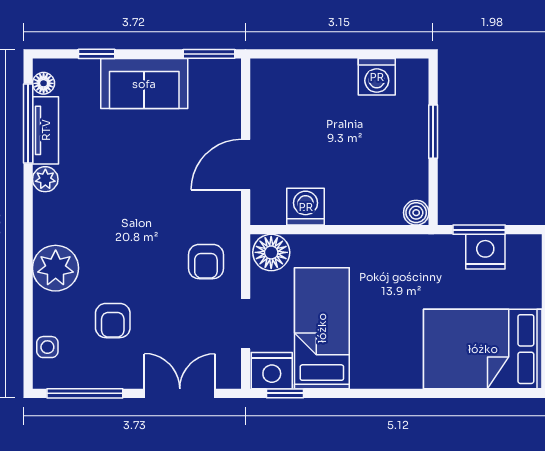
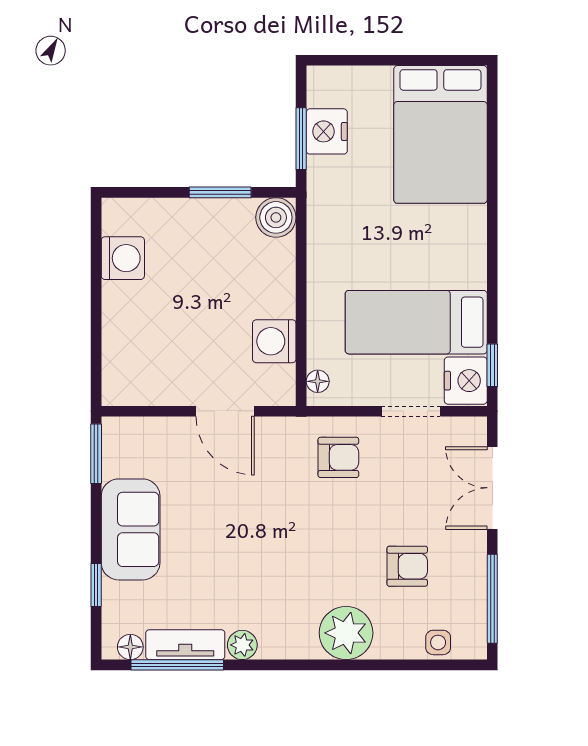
window: (433, 132) -> (220, 192), moved
boiler: (416, 213) -> (276, 217), width x1.36, depth x1.36
floor lamp: (271, 252) -> (318, 381), width x0.53, depth x0.53

